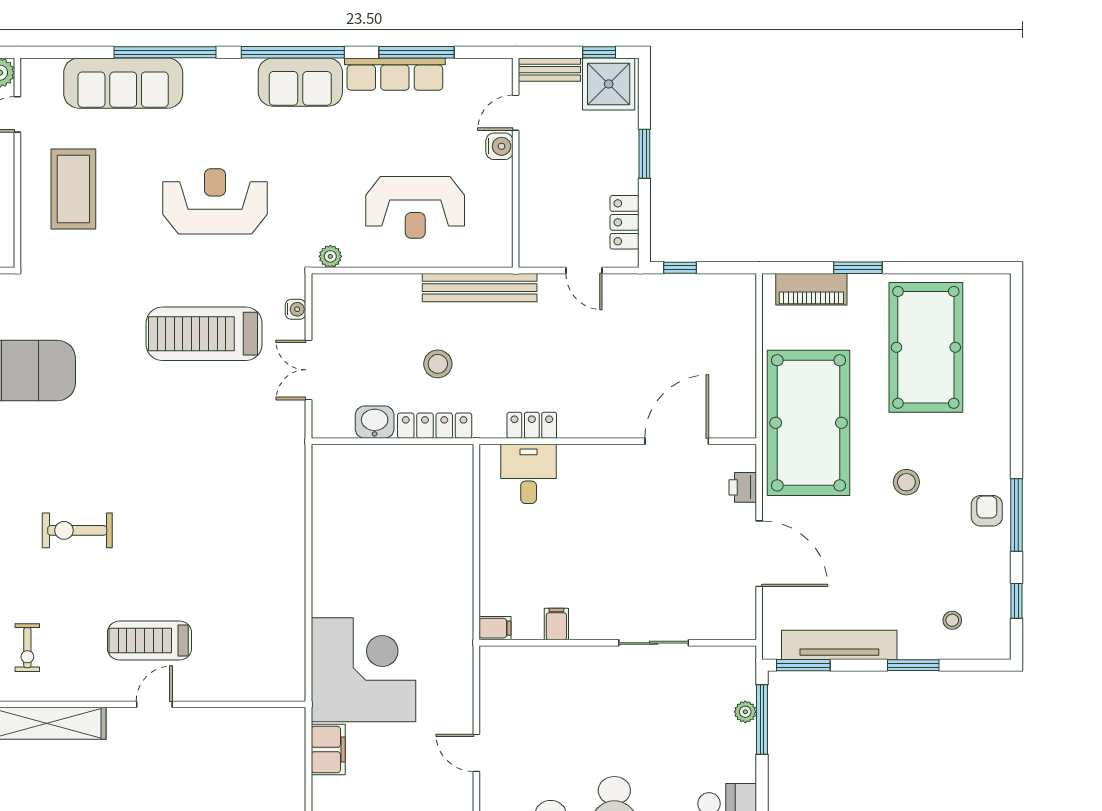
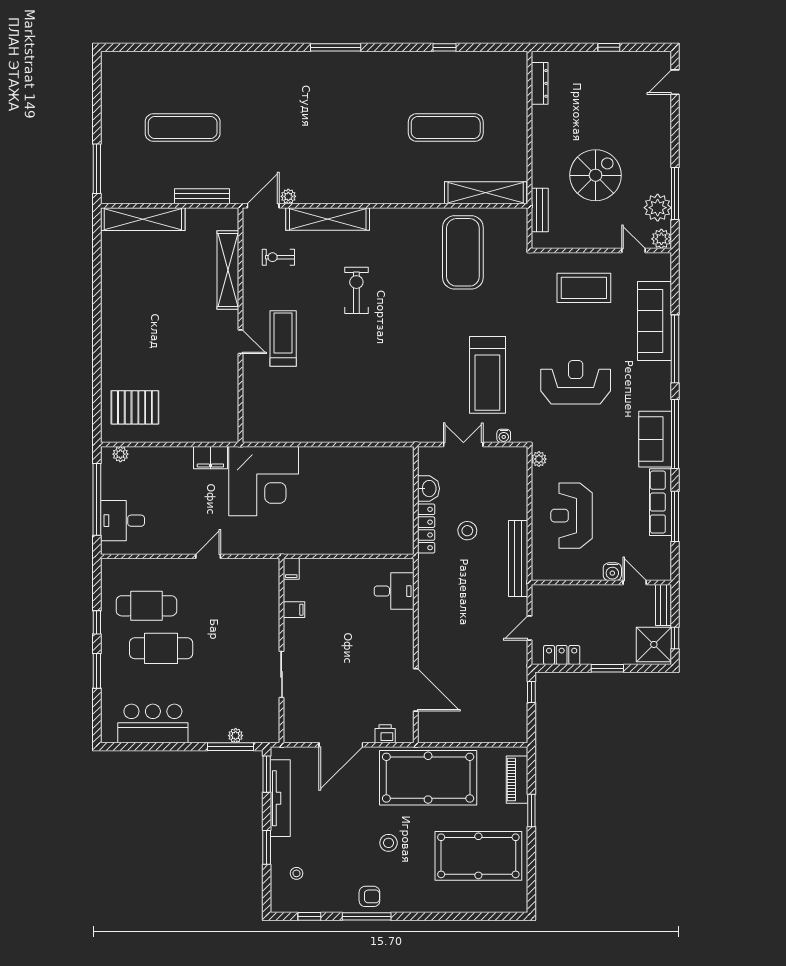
reception desk: (215, 201) -> (576, 382), turned -90
treadmill: (204, 334) -> (487, 375), turned 180
locker: (532, 425) -> (426, 593), removed

